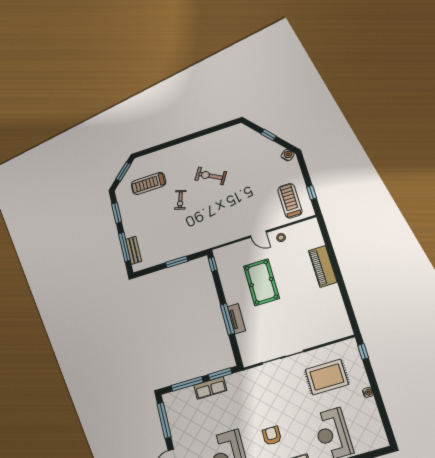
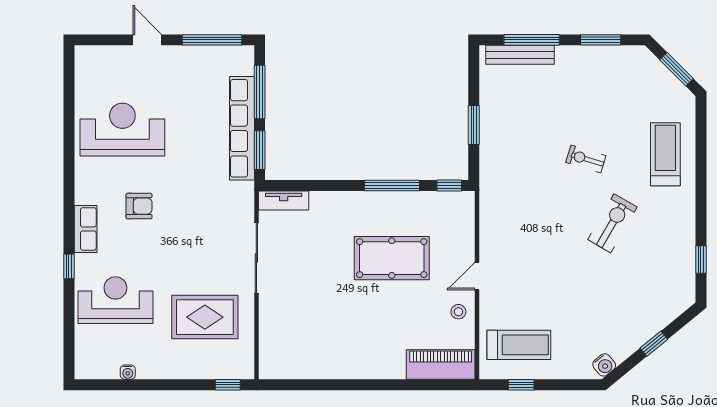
window: (218, 128) -> (701, 259), added
treadmill: (148, 183) -> (665, 154), moved
bench: (134, 250) -> (520, 55), width x1.36
piano: (323, 266) -> (441, 365), moved
window: (227, 319) -> (392, 186), moved
tv unit: (236, 319) -> (284, 201), moved
rug: (327, 377) -> (205, 317), turned 90
row of seats: (210, 388) -> (242, 128), width x2.02
water cooler: (368, 392) -> (128, 372), moved

